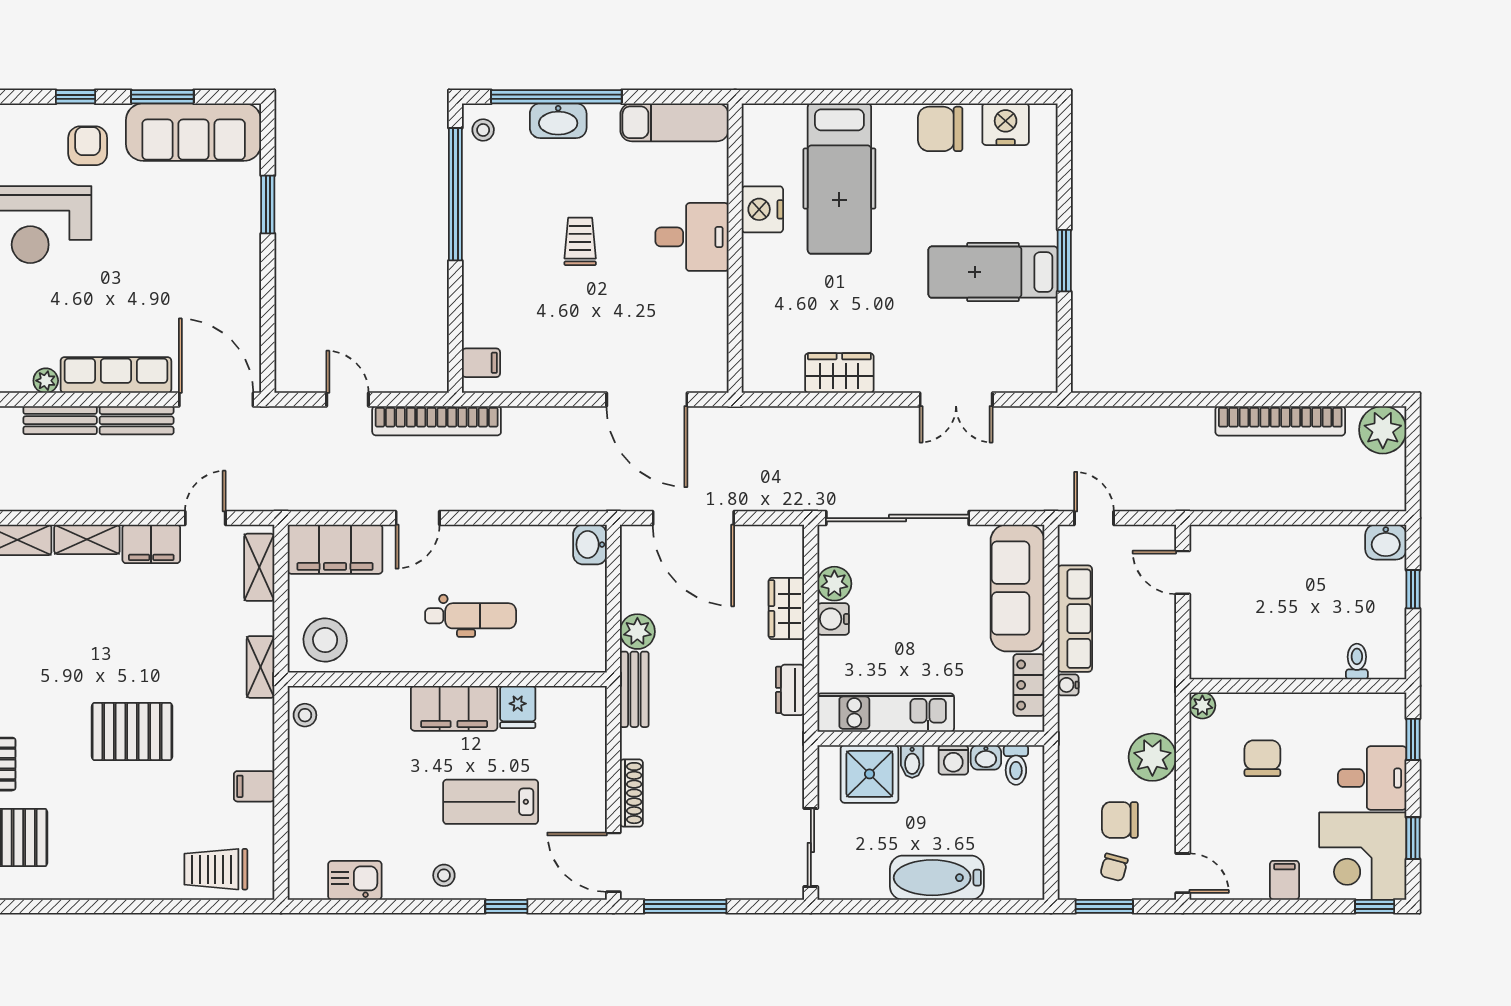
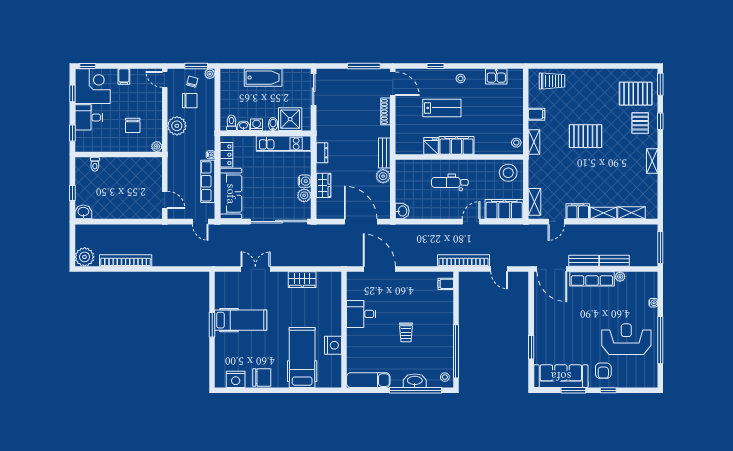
desk: (692, 237) -> (361, 314), moved
shelving: (261, 667) -> (534, 142), moved
plant: (1070, 887) -> (210, 74), added

